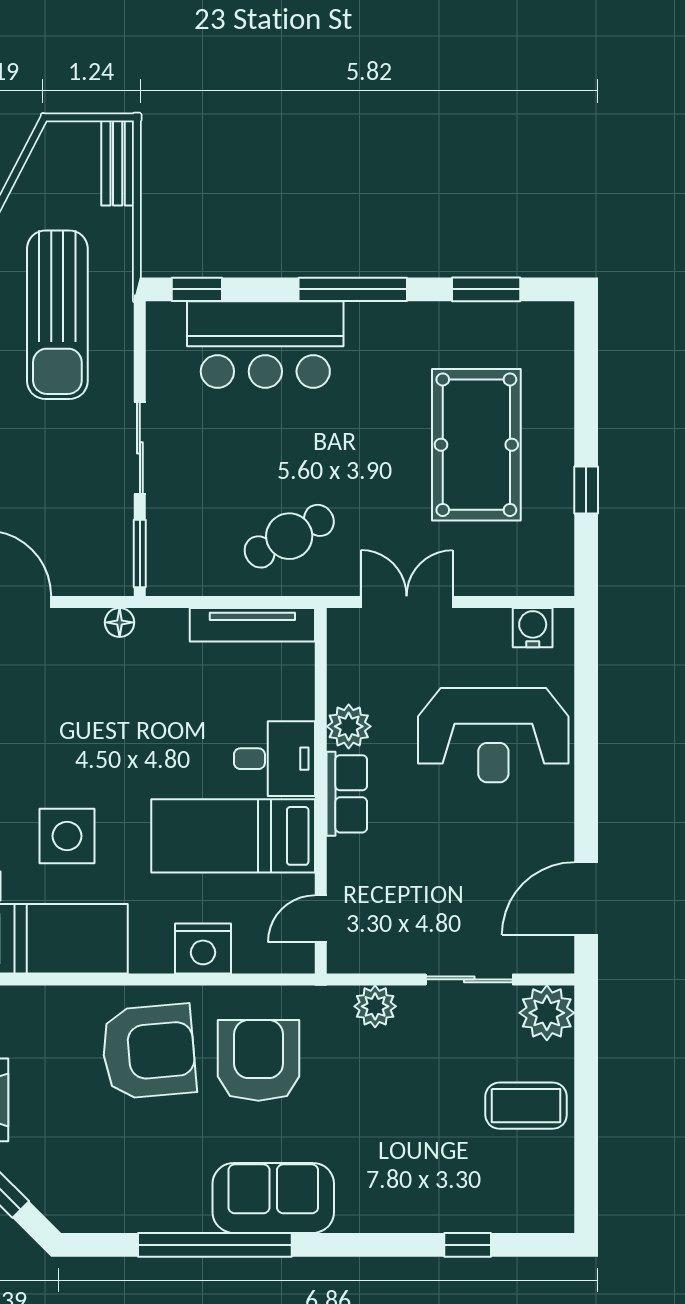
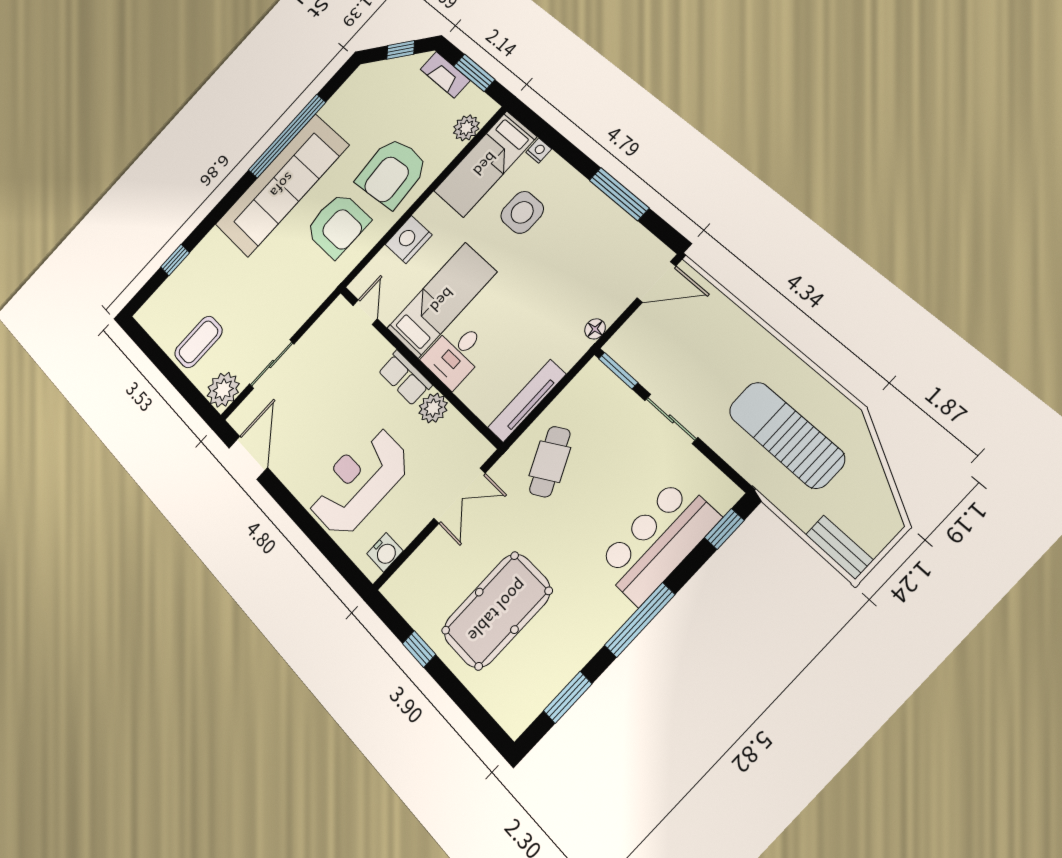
pool table: (476, 445) -> (497, 611), turned 90
plant: (375, 1006) -> (466, 128), moved
sofa: (273, 1198) -> (282, 185), width x1.85, depth x1.27

